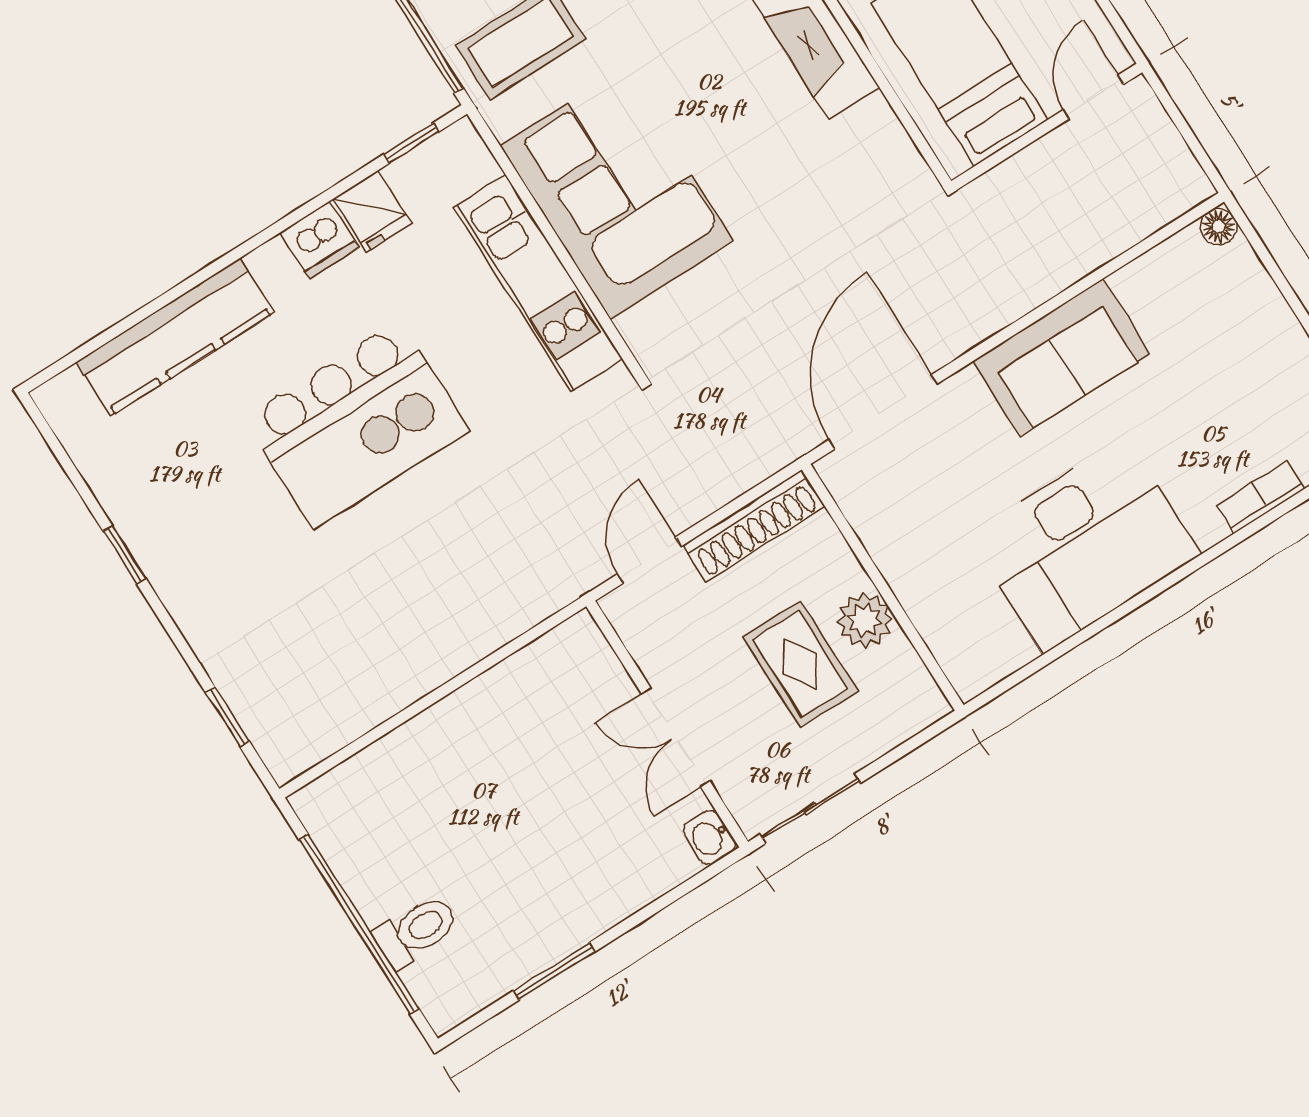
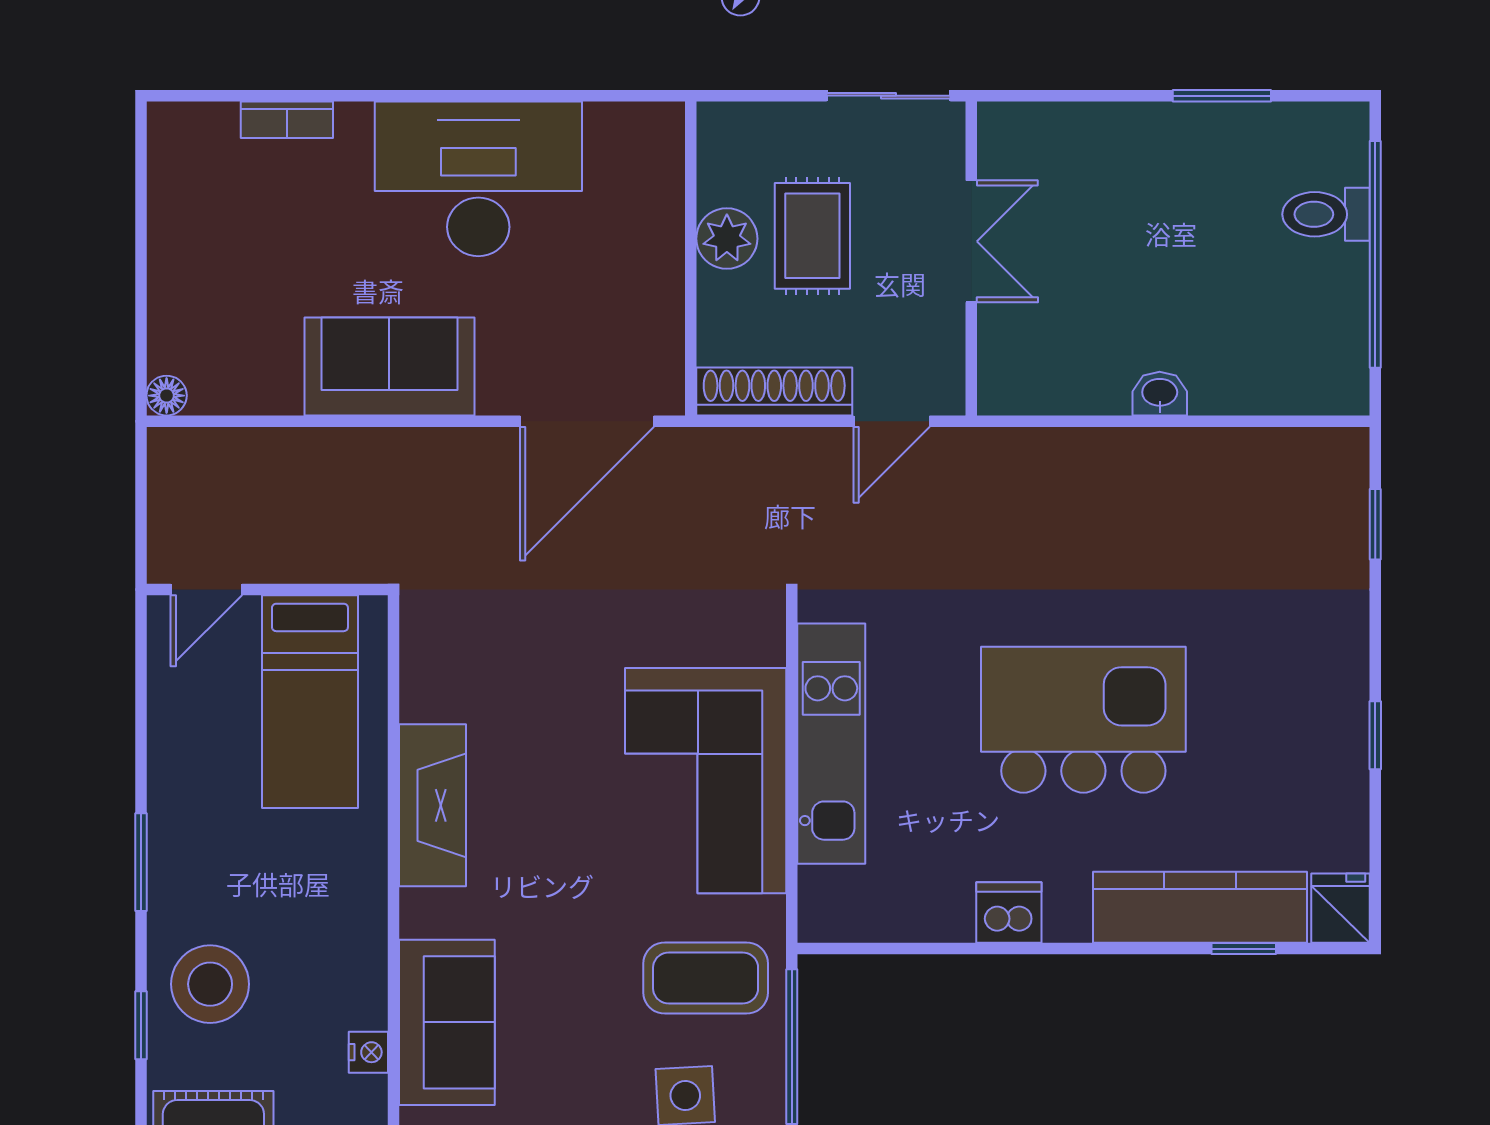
window: (411, 143) -> (1244, 949), moved
fridge: (372, 211) -> (1341, 908), moved
washbasin: (710, 837) -> (1160, 394), moved, turned -90

